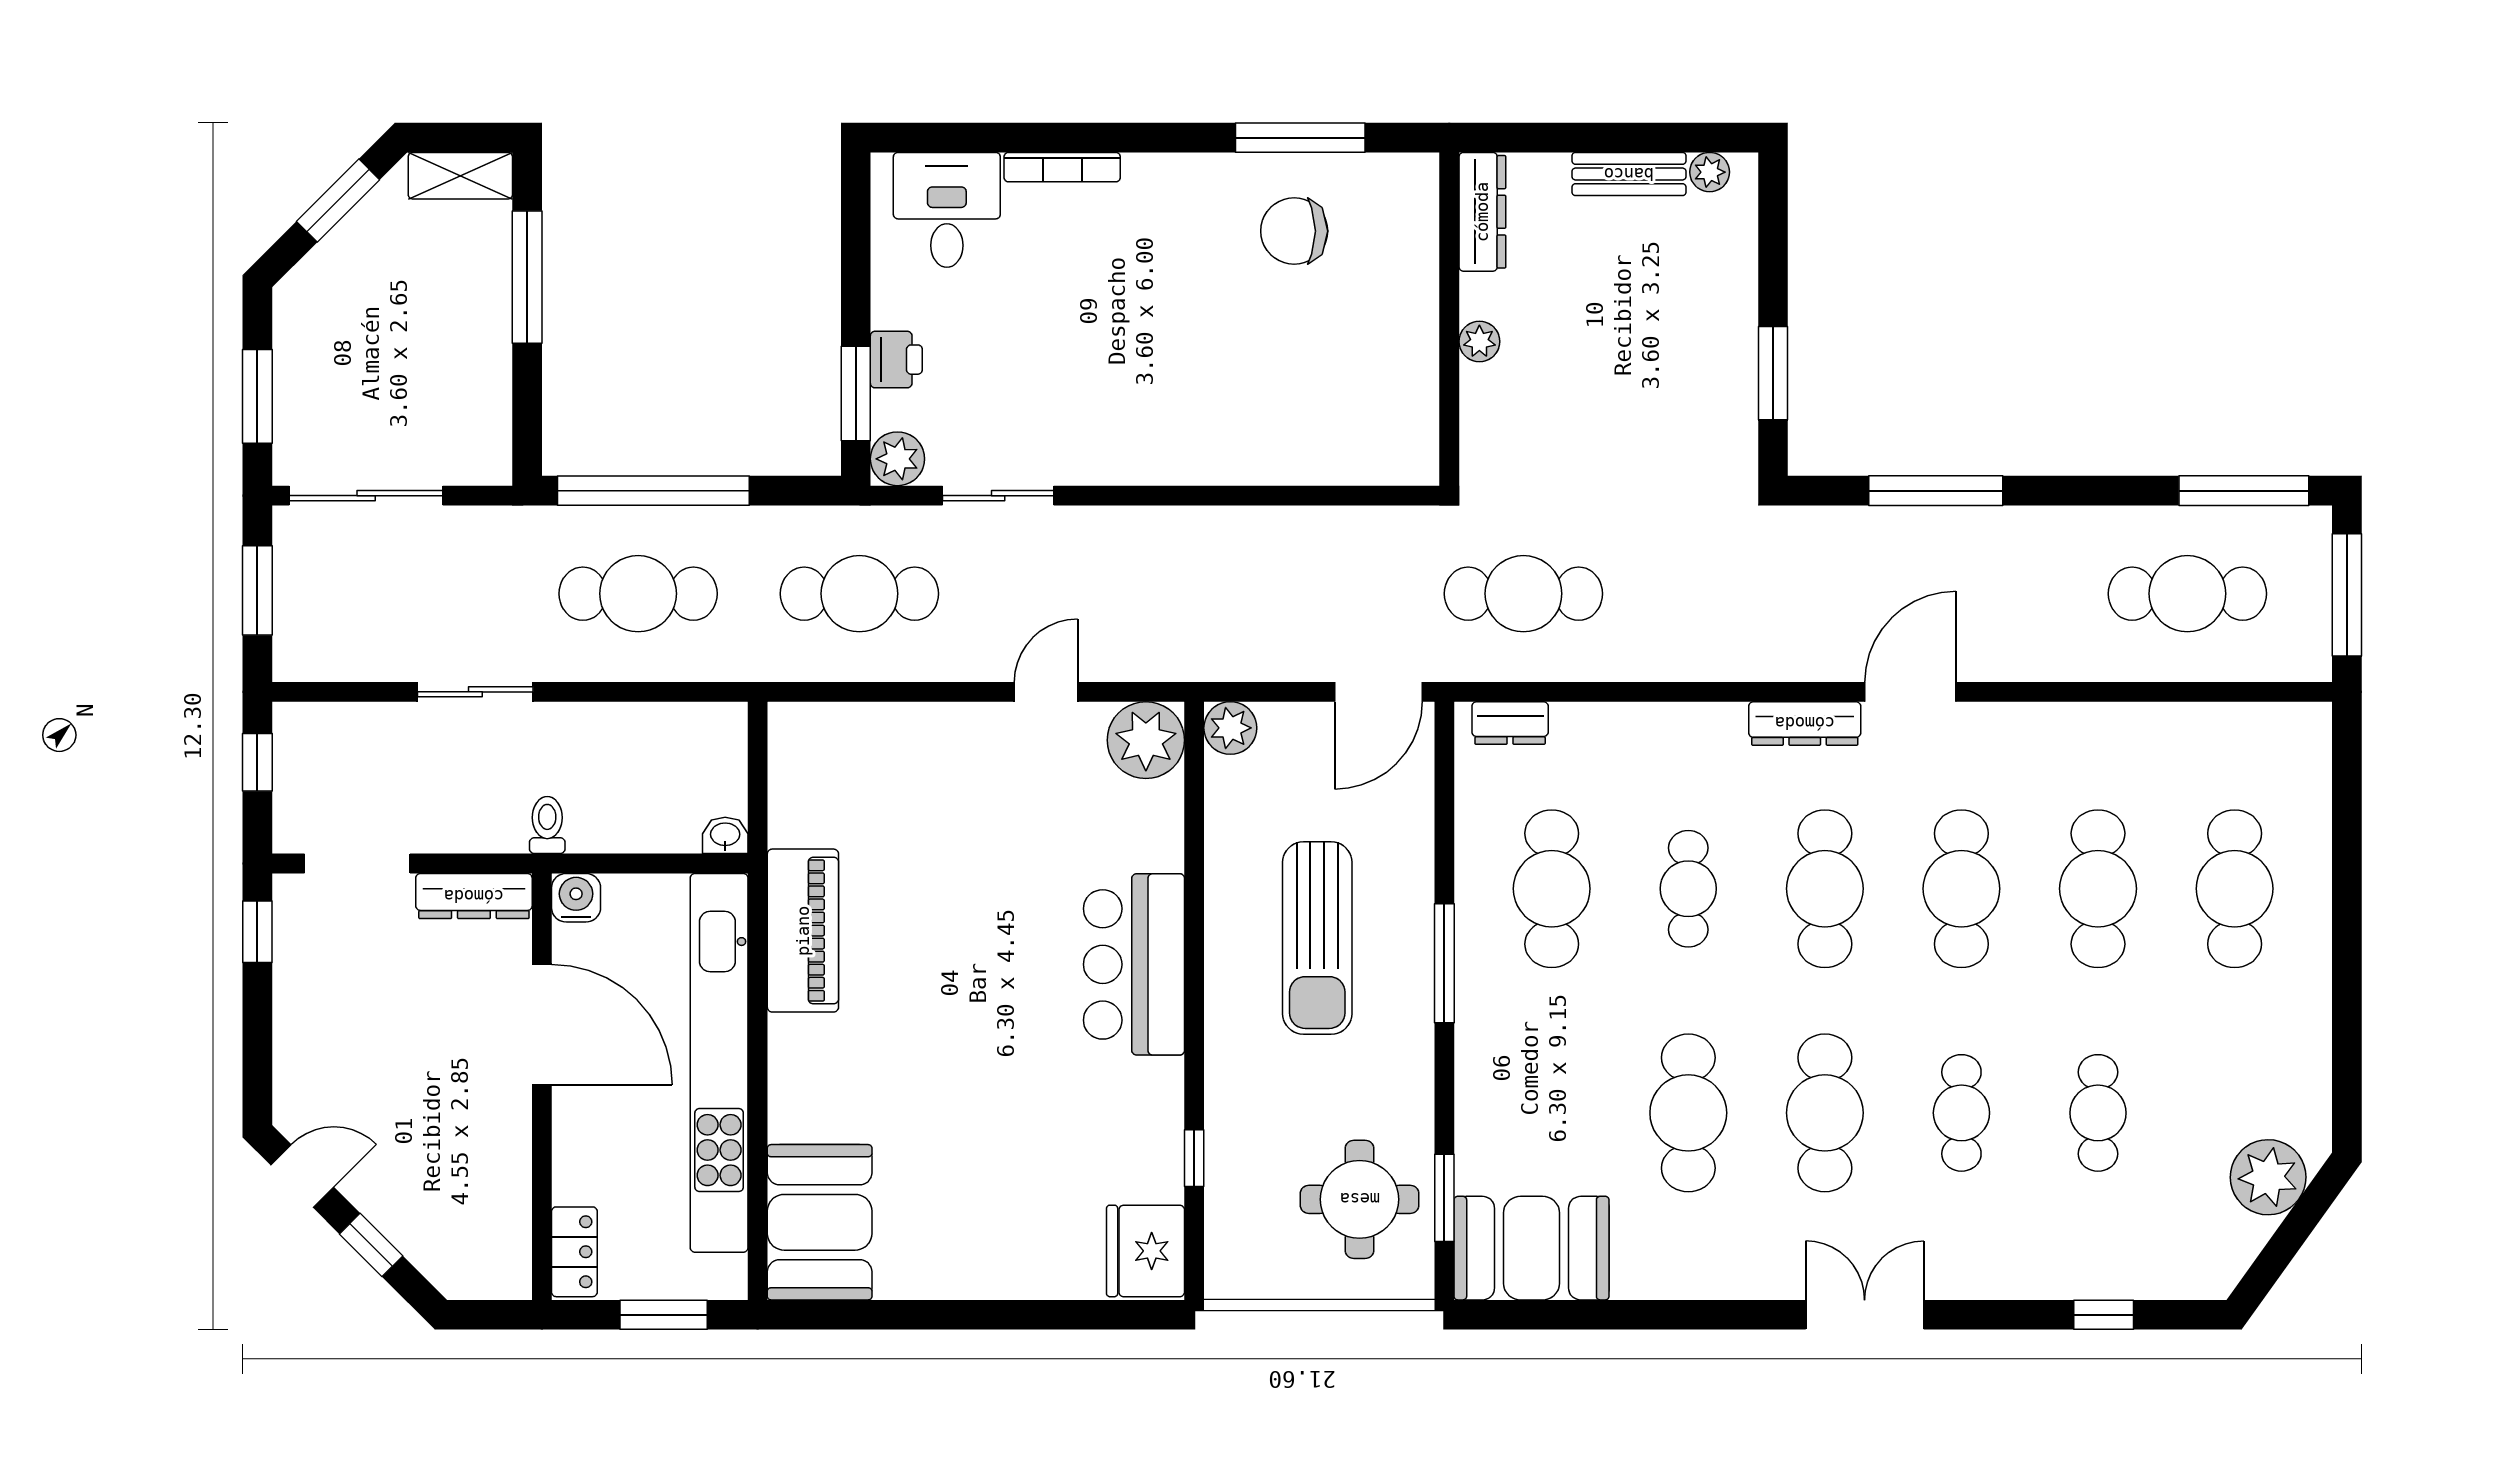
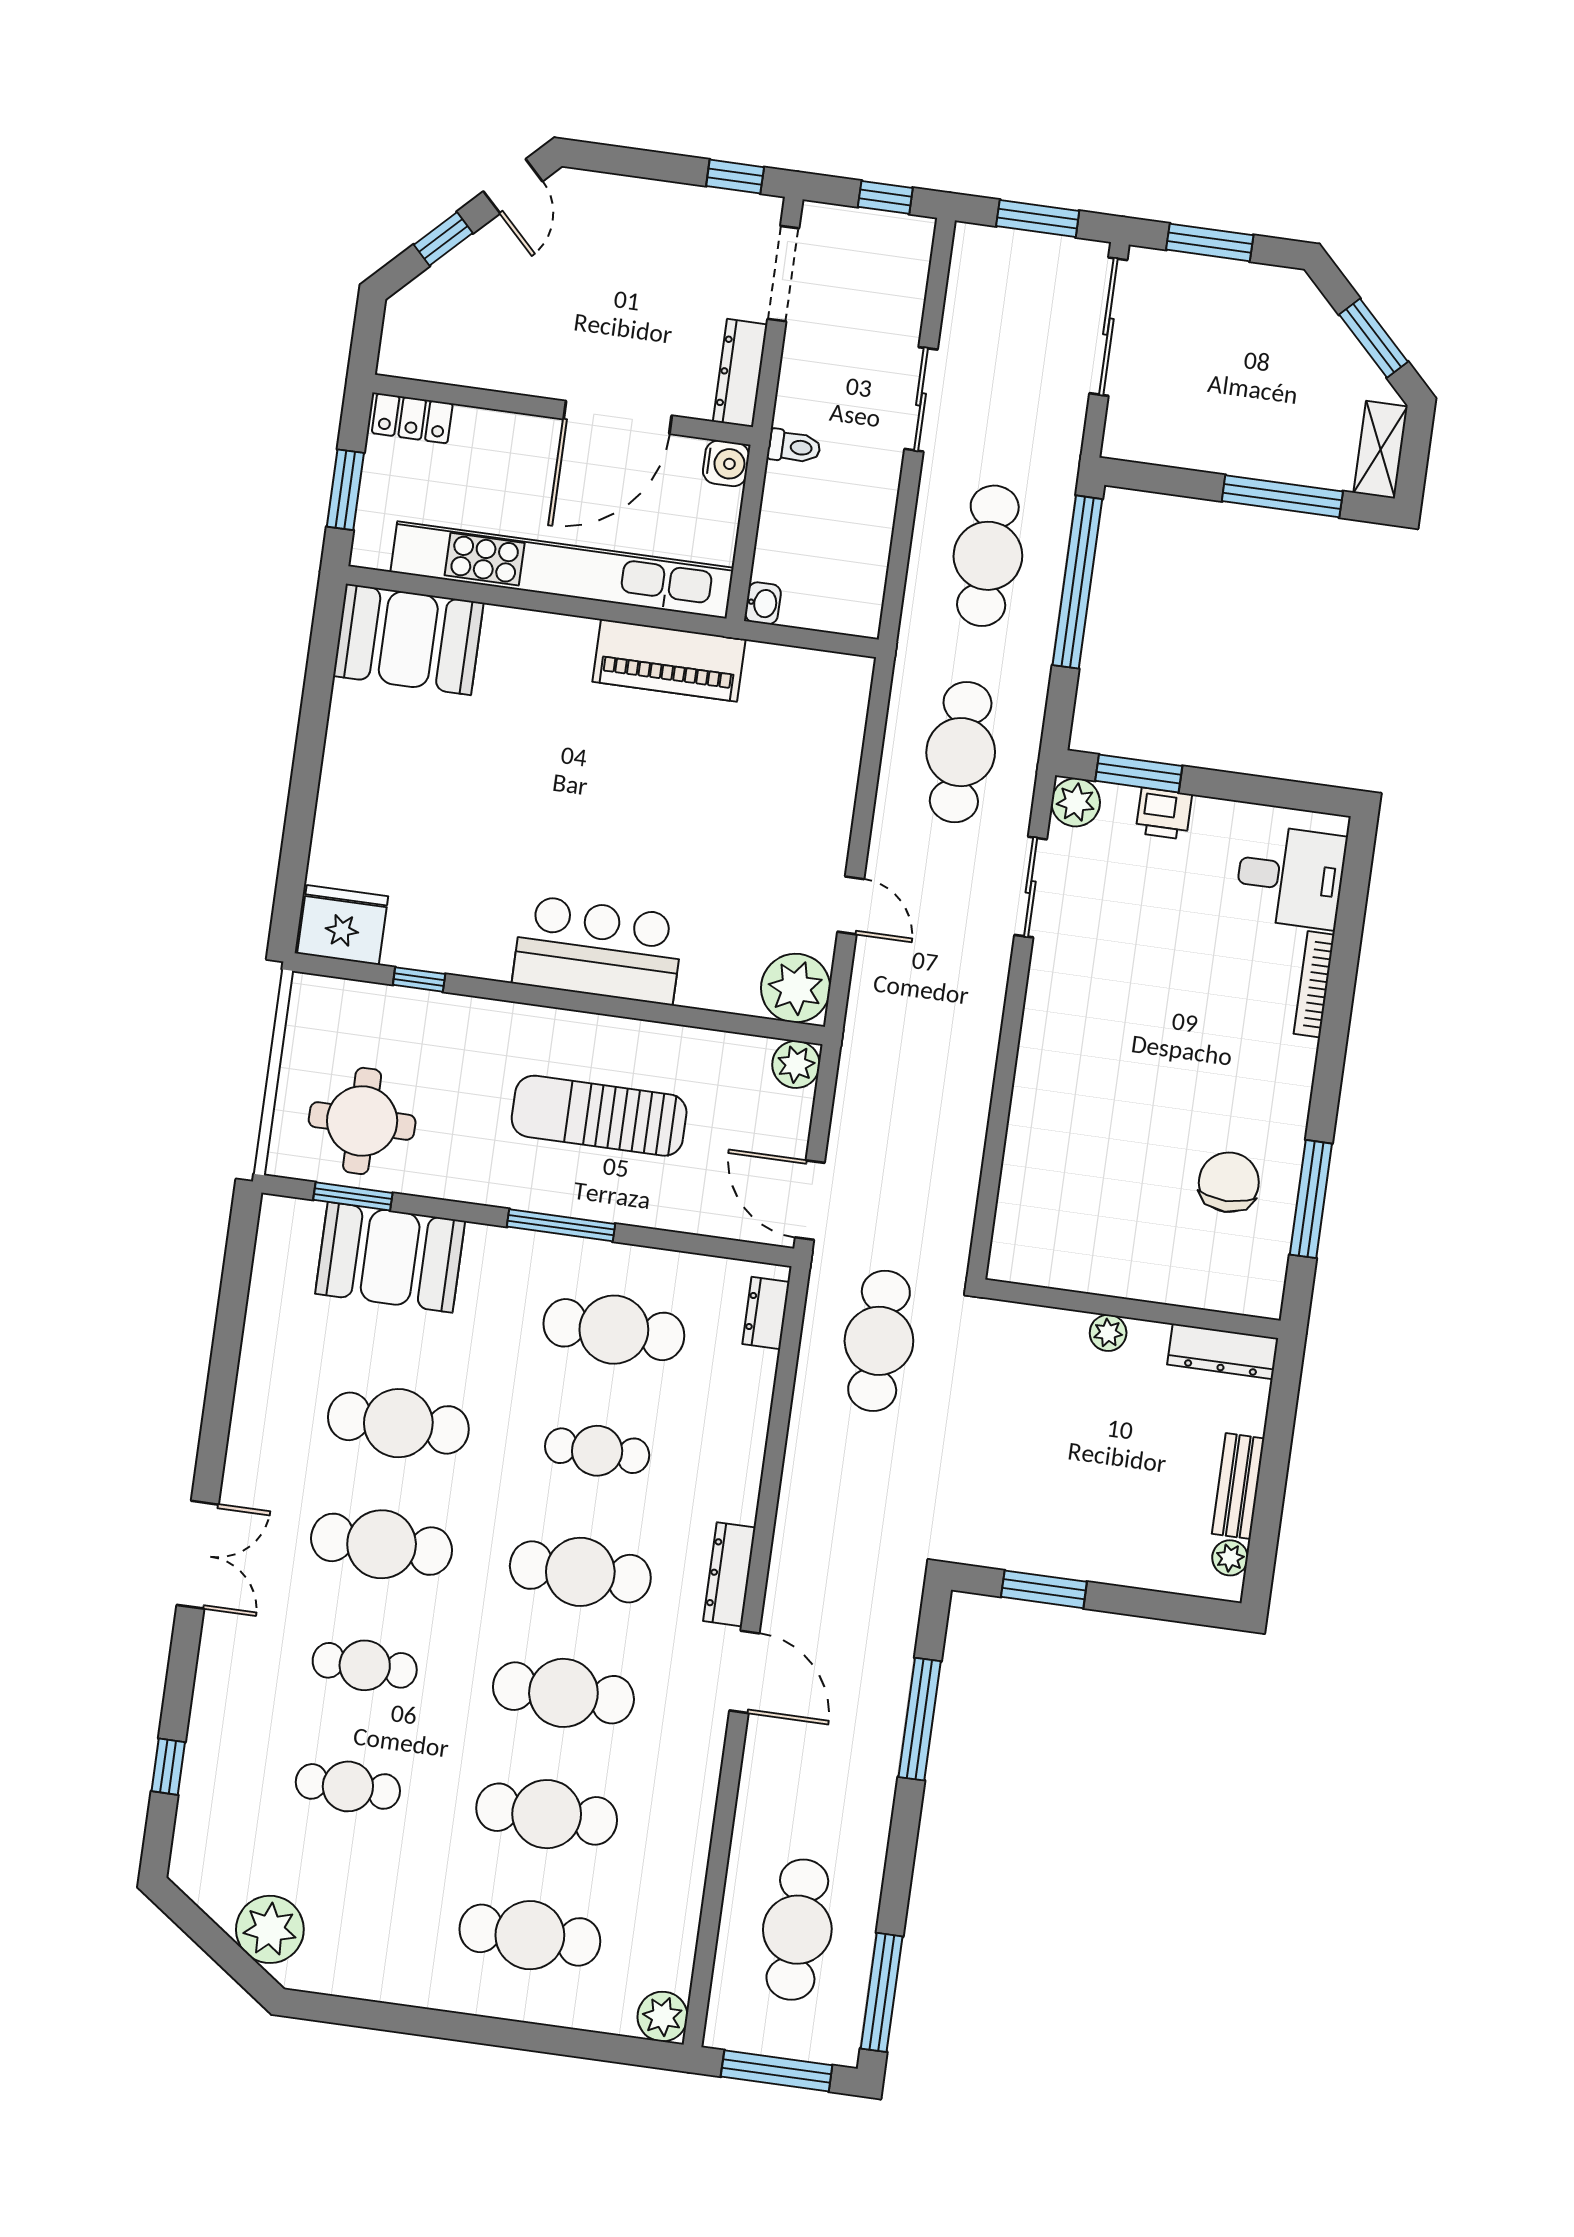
plant: (2304, 729) -> (663, 2017), added
booth: (1532, 1248) -> (390, 1257), moved, turned 90

